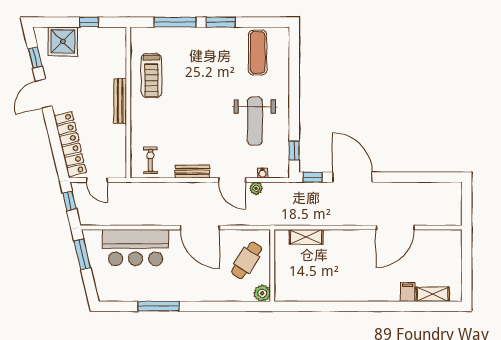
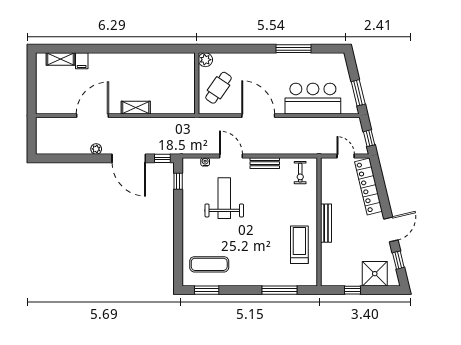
window: (221, 22) -> (207, 290), moved
exercise mat: (258, 52) -> (209, 264), turned 90
weight bench: (255, 121) -> (224, 198), moved
plant: (256, 188) -> (96, 149), moved
shelving: (306, 237) -> (136, 108), moved

